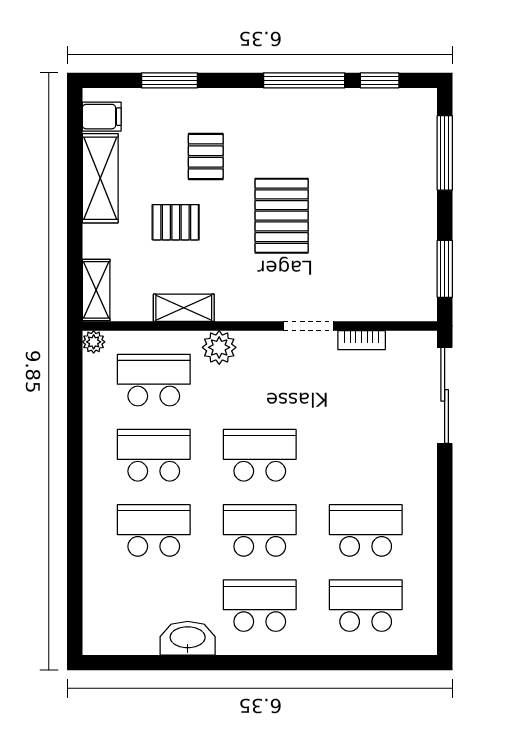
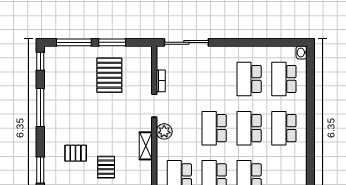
window: (380, 80) -> (40, 61), moved
pallet: (282, 216) -> (109, 75), moved, turned 90
window: (445, 269) -> (112, 42), moved
shelving: (184, 308) -> (146, 146), moved
plant: (219, 347) -> (164, 131), moved
washbasin: (188, 638) -> (302, 52), moved, width x0.52, depth x0.69

